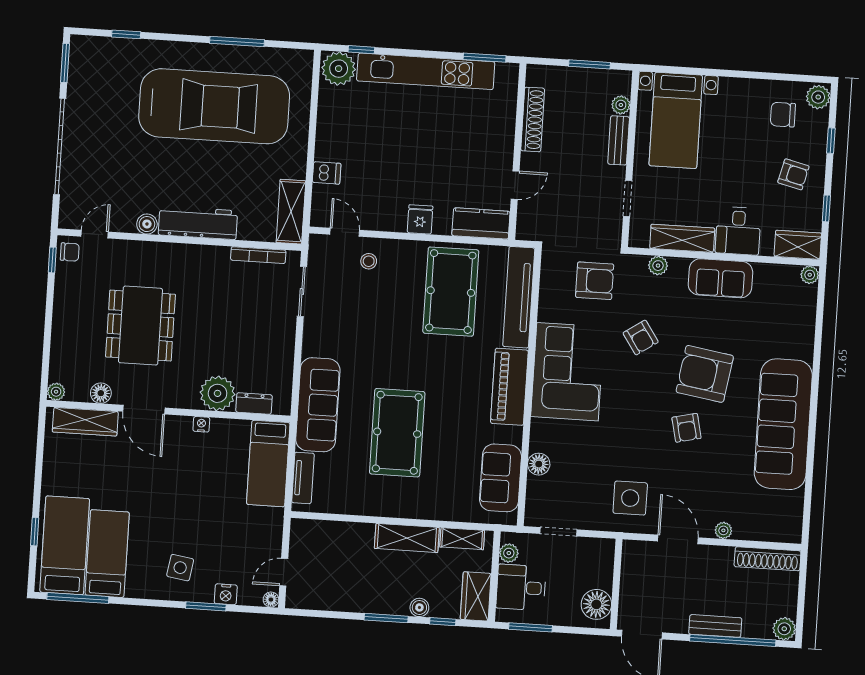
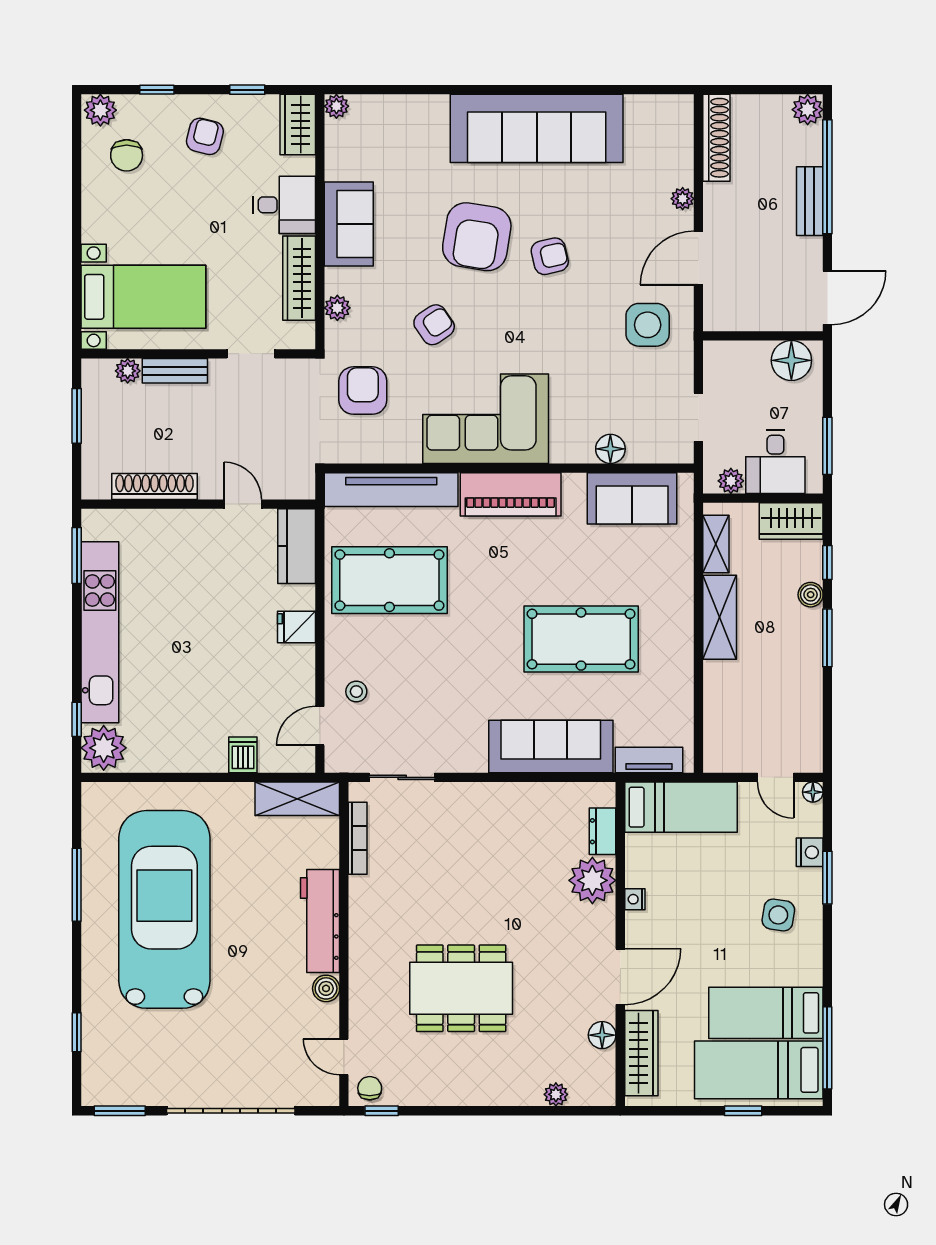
floor lamp: (101, 393) -> (602, 1035), moved
plant: (218, 393) -> (592, 880), moved
dresser: (254, 403) -> (603, 831), moved
door: (144, 410) -> (620, 977), moved
wall: (168, 411) -> (620, 944), moved
wardrobe: (85, 422) -> (641, 1053), moved
nightstand: (201, 424) -> (635, 899), moved
bed: (268, 464) -> (681, 807), moved

